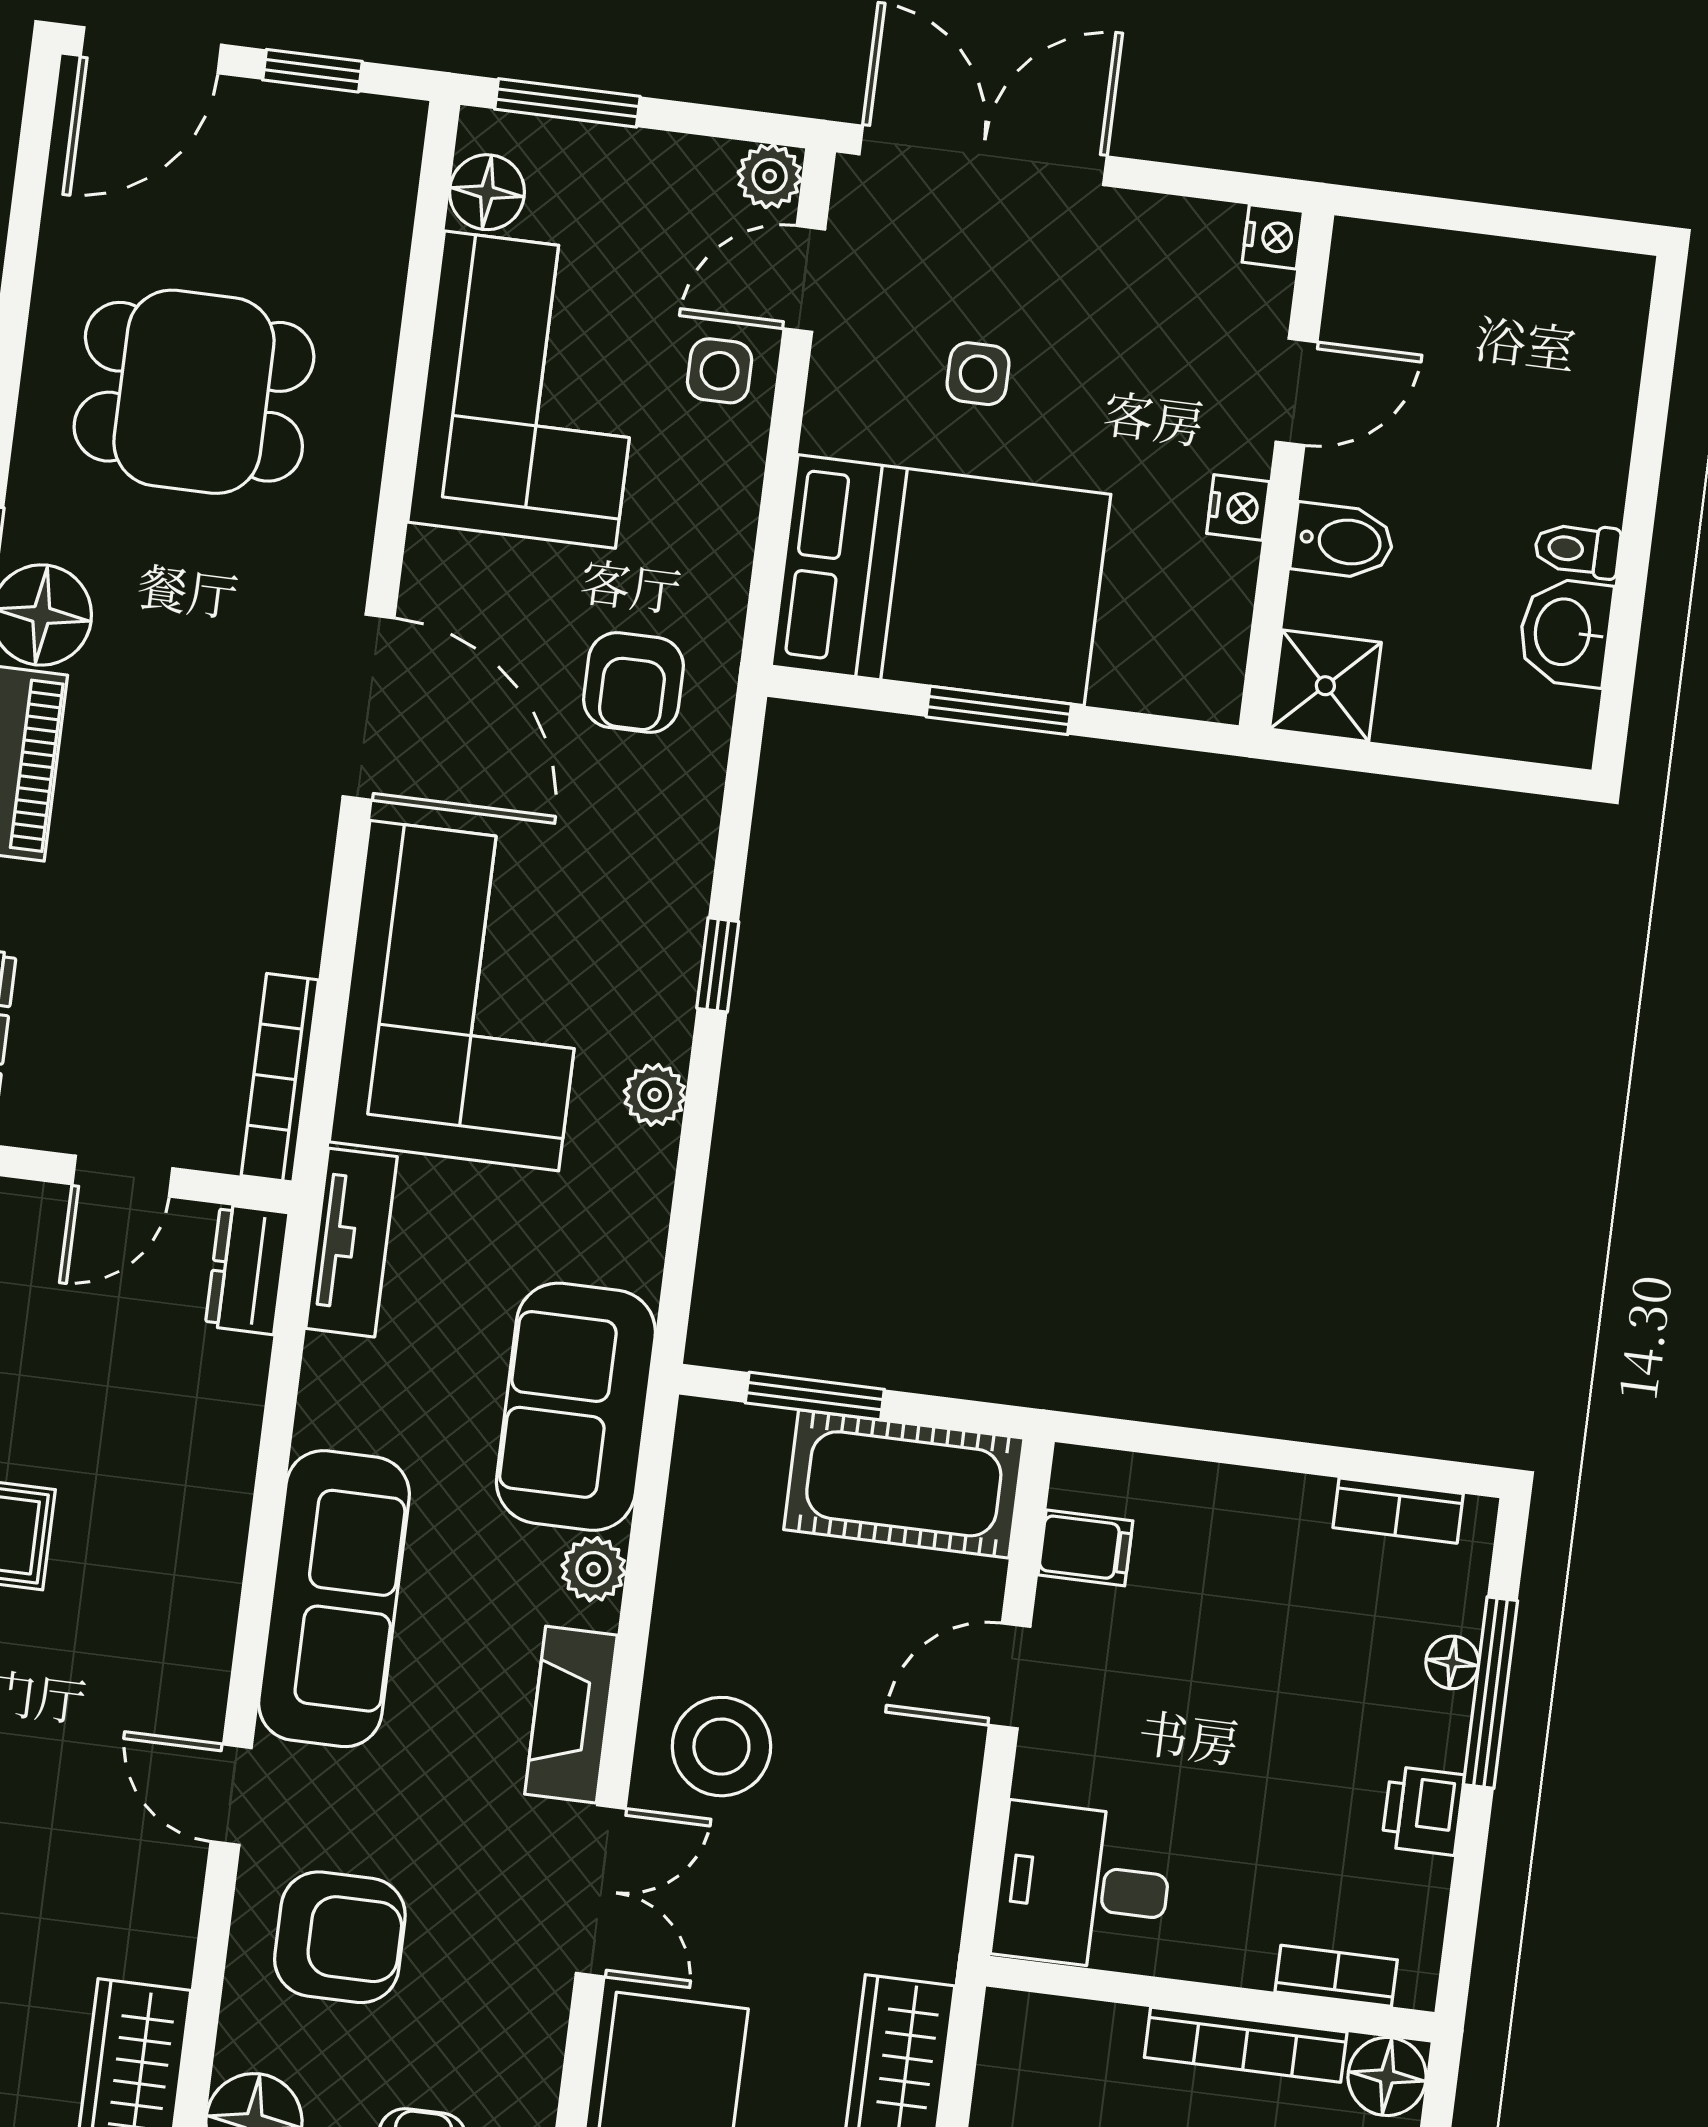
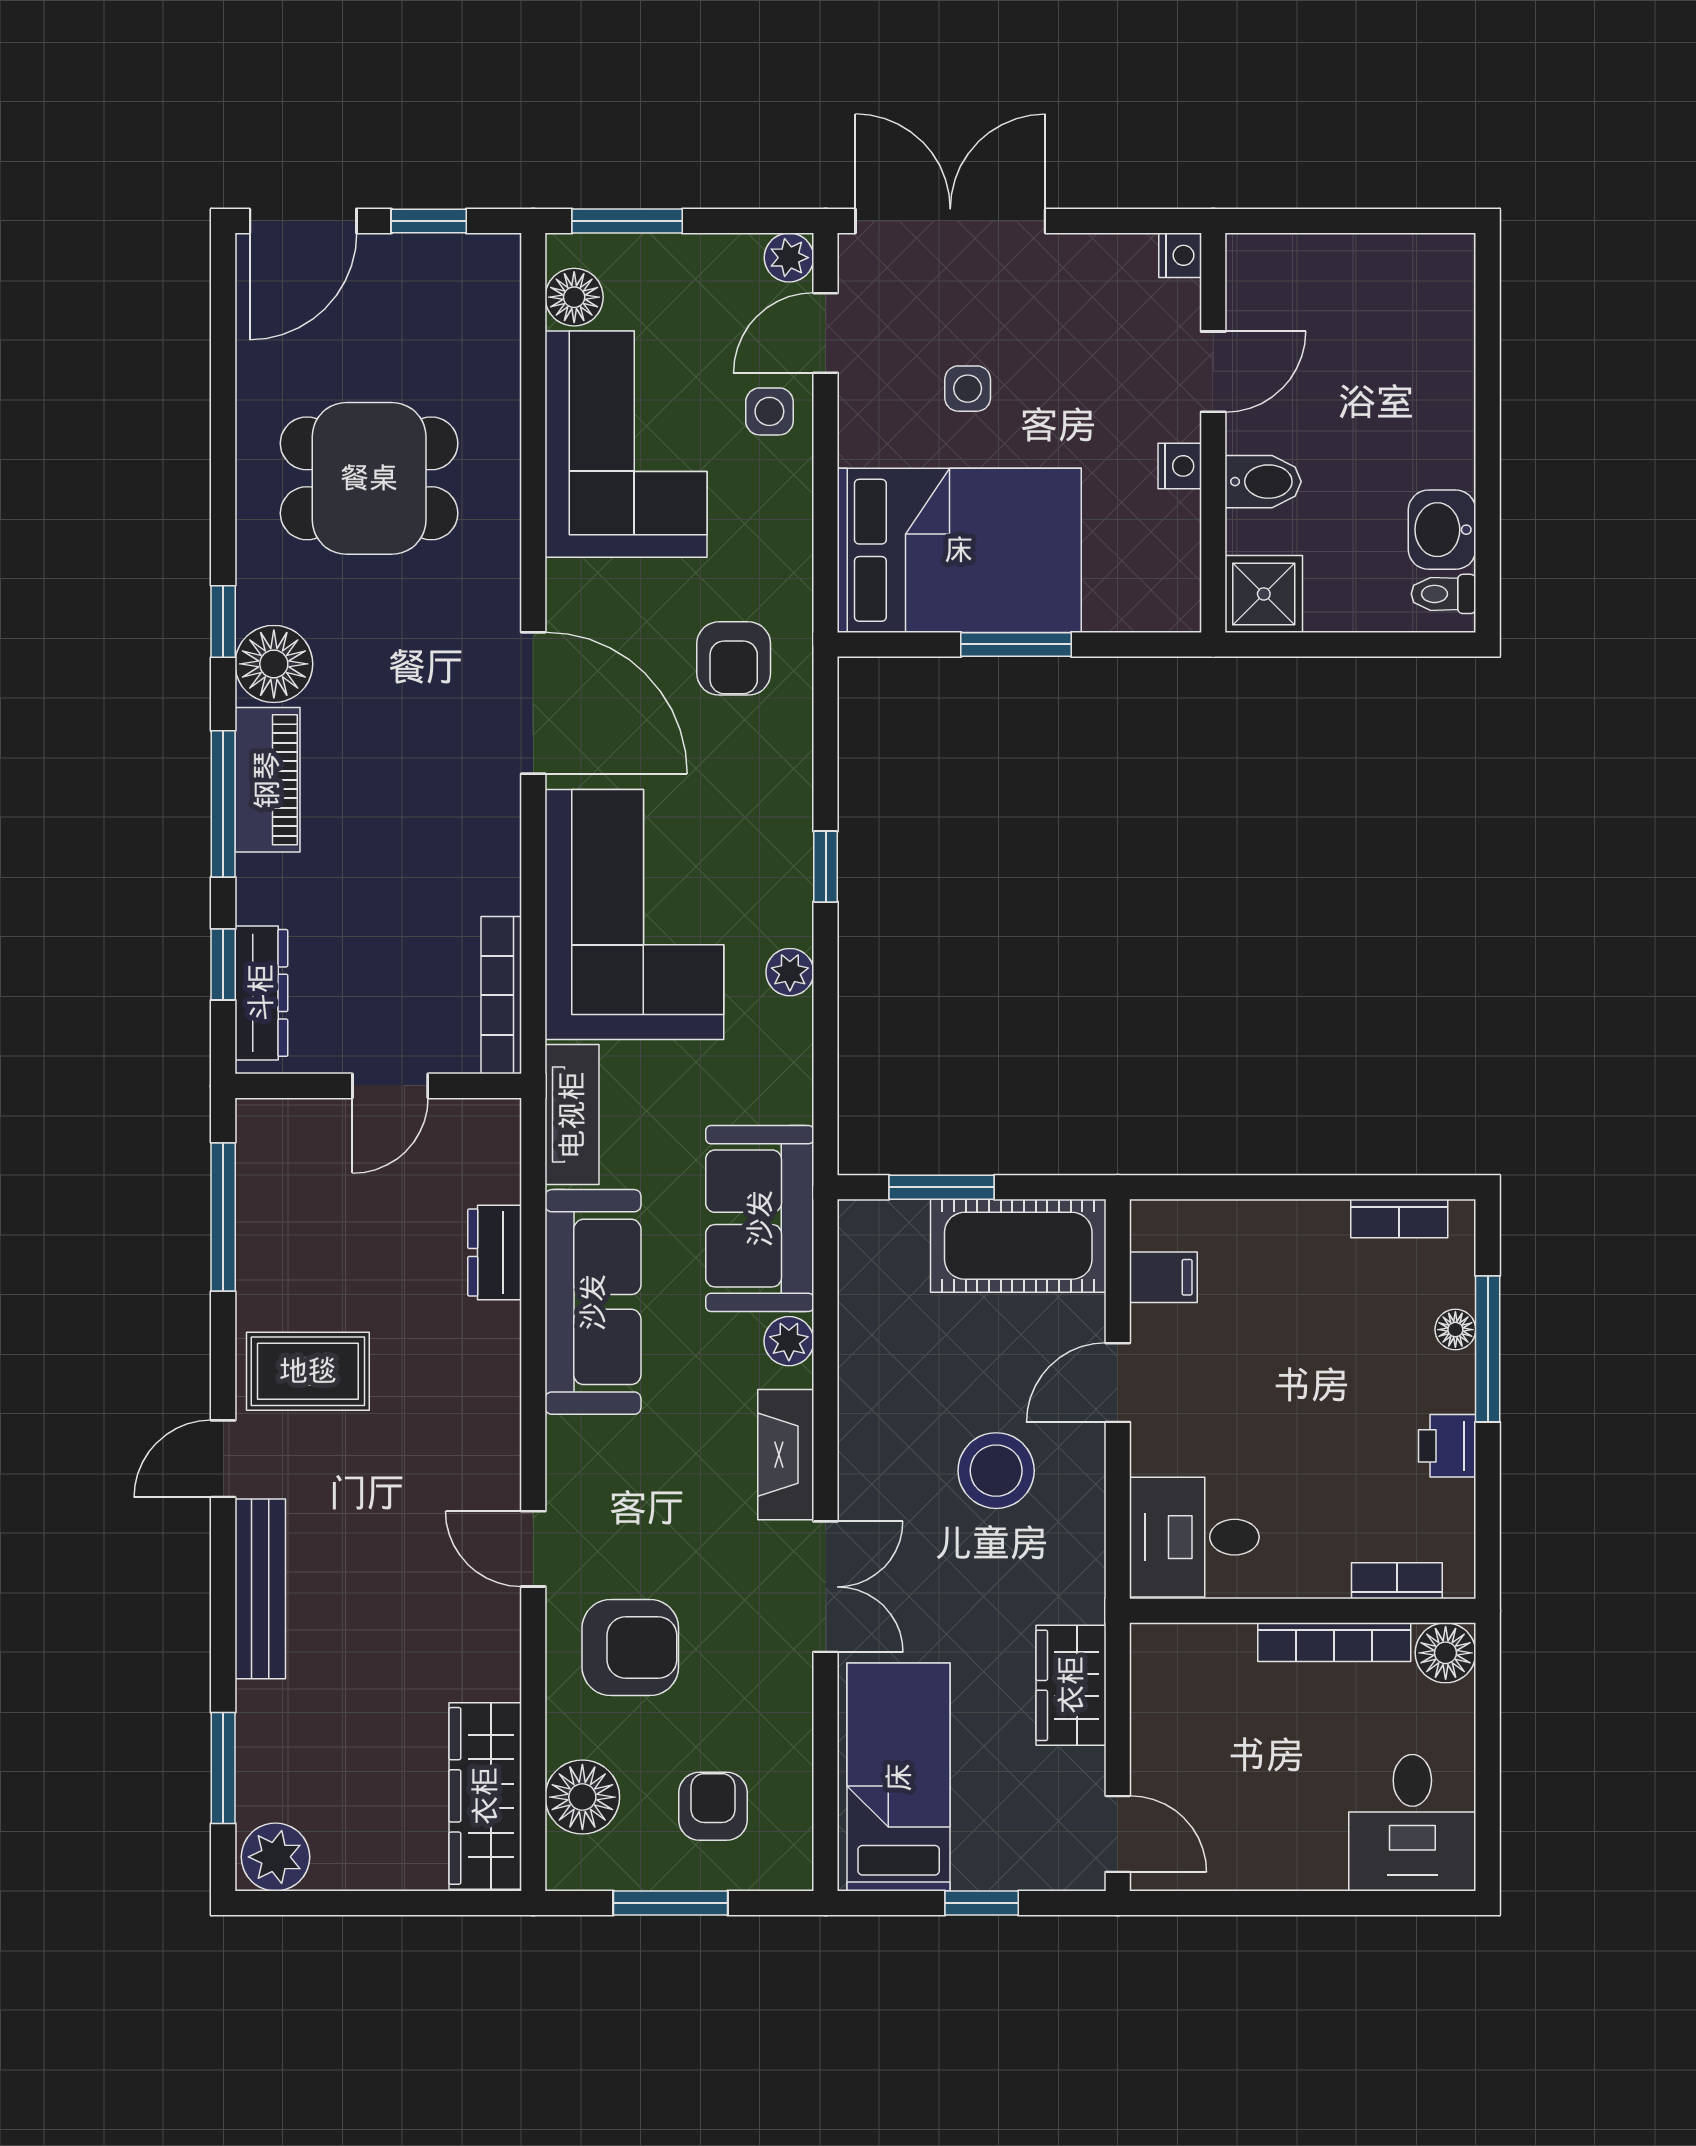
toilet: (1577, 550) -> (1444, 594), moved
dresser: (247, 1270) -> (495, 1252), moved
sofa: (334, 1599) -> (593, 1302), moved
stool: (721, 1747) -> (996, 1471), moved

